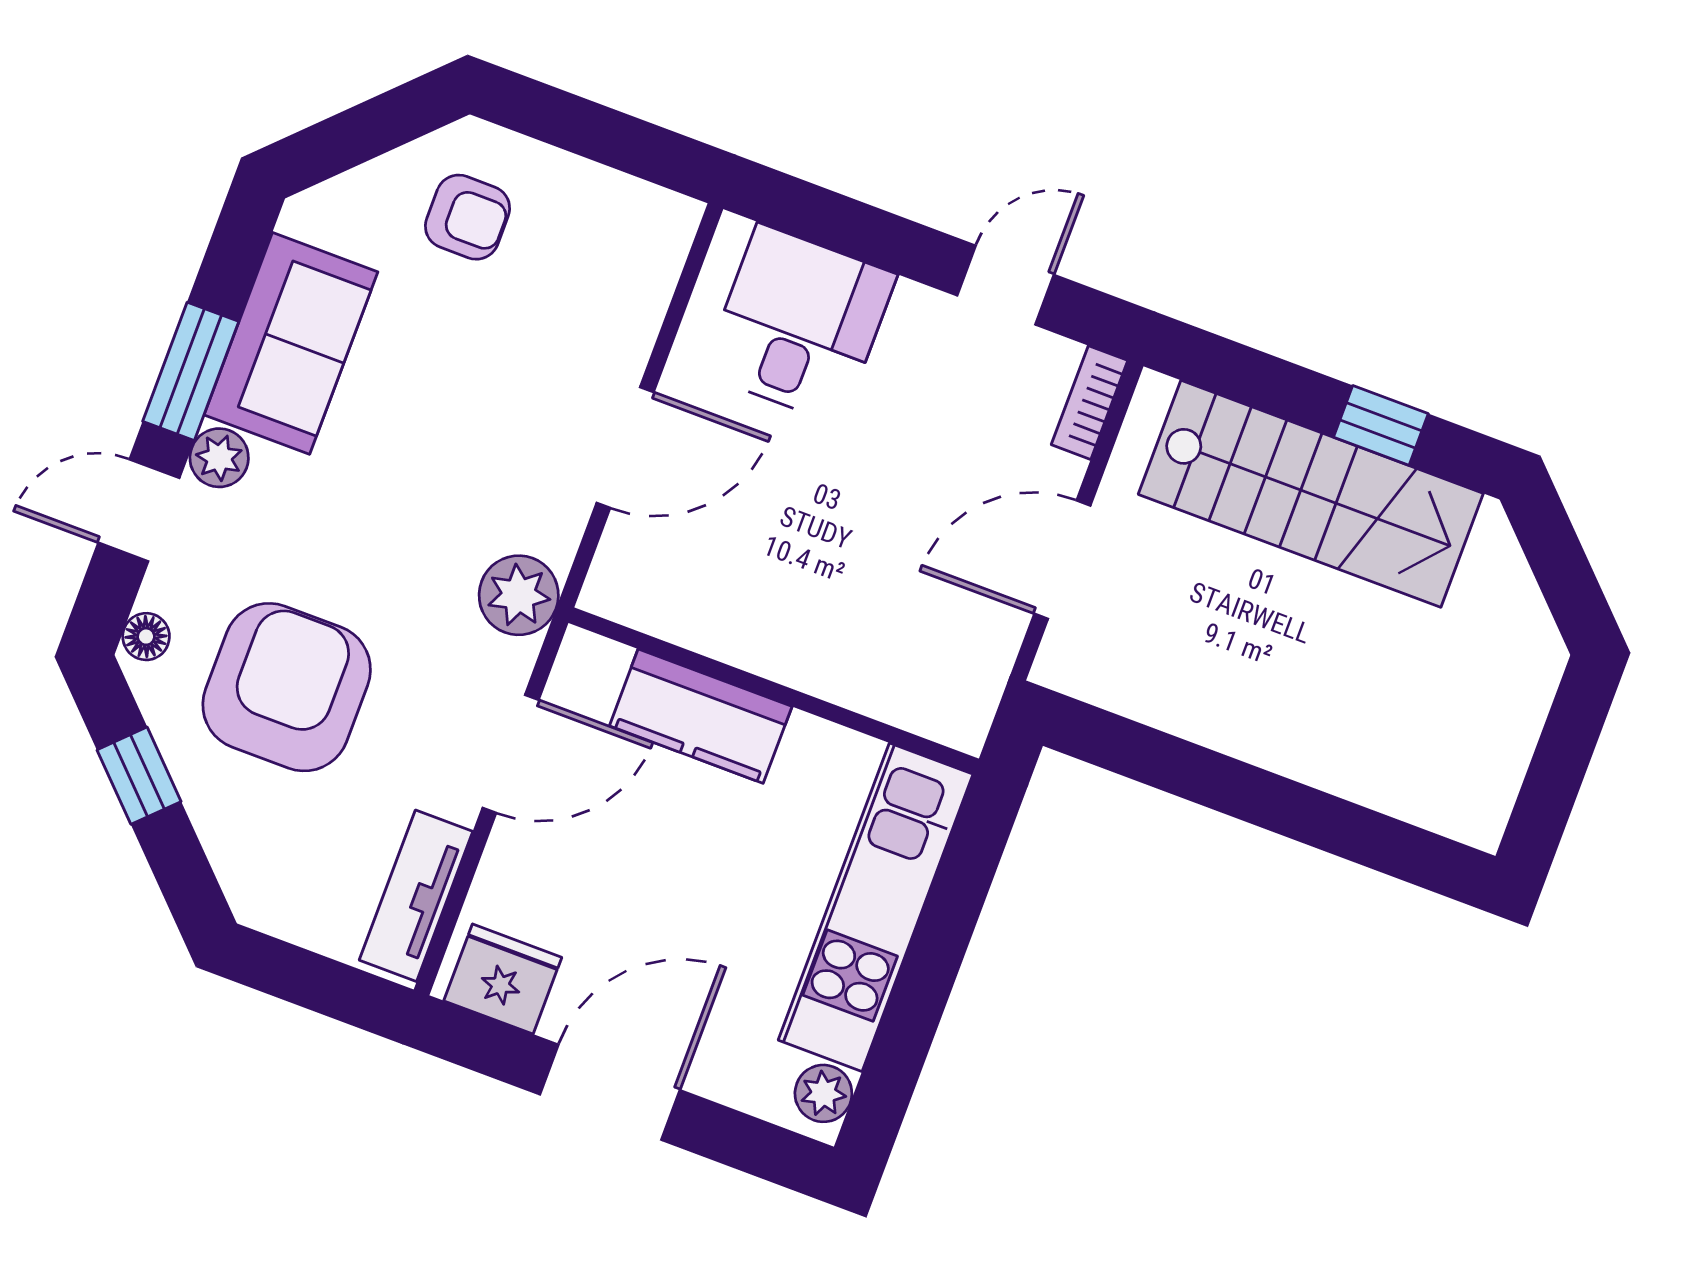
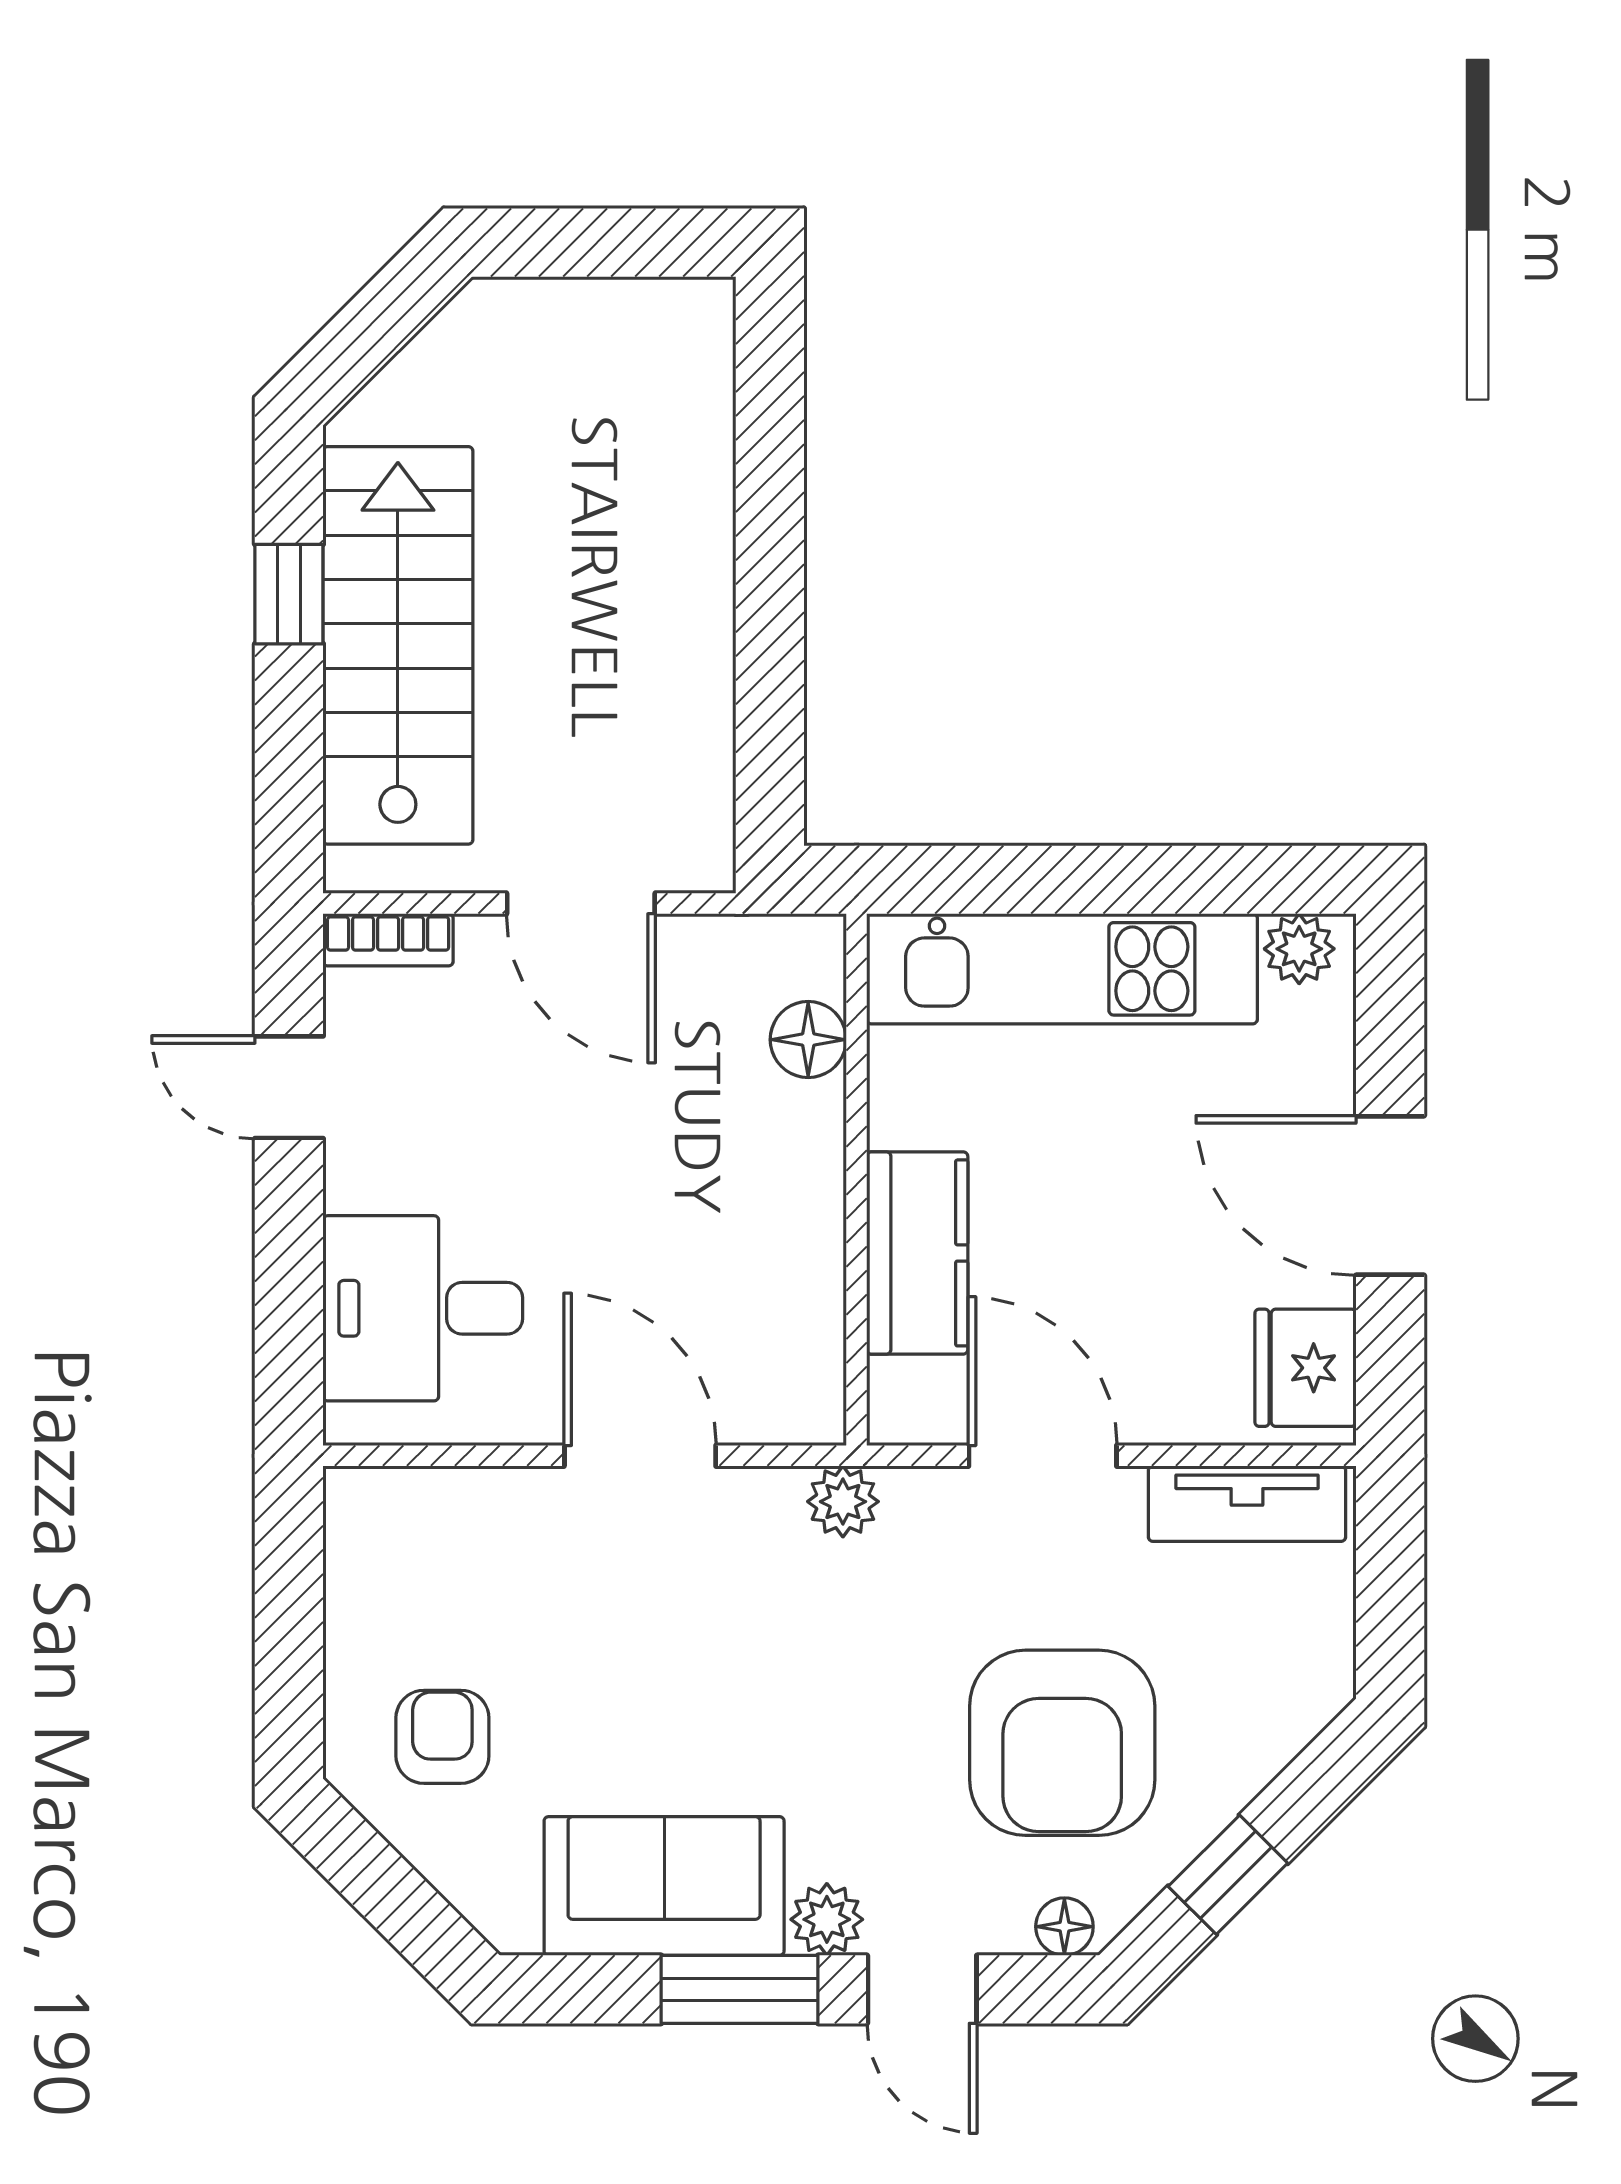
plant: (519, 595) -> (843, 1502), width x0.73, depth x0.73
armchair: (287, 687) -> (1062, 1743), turned -90
floor lamp: (894, 694) -> (808, 1040), added

